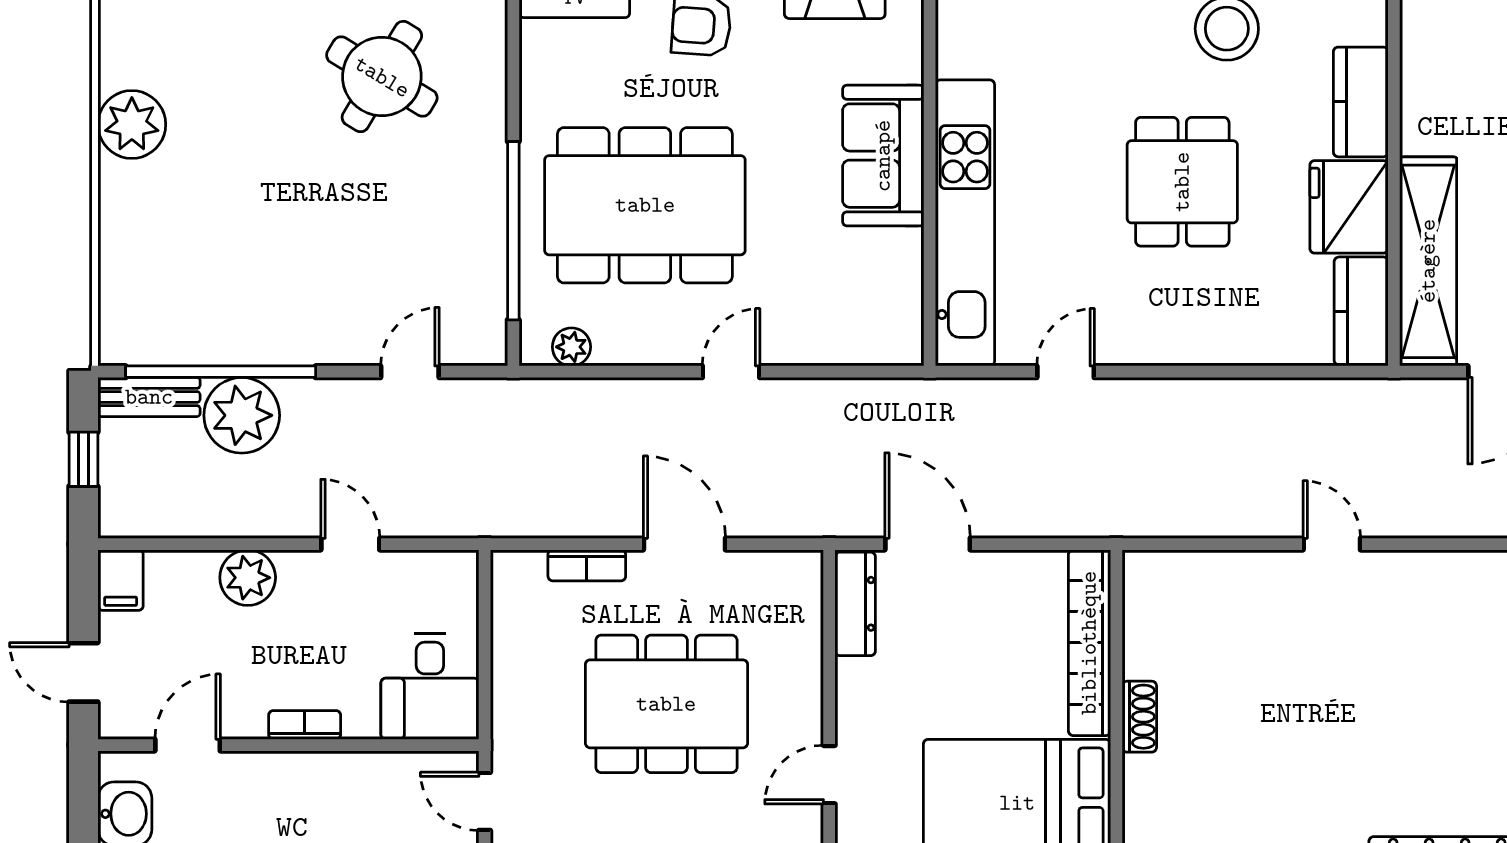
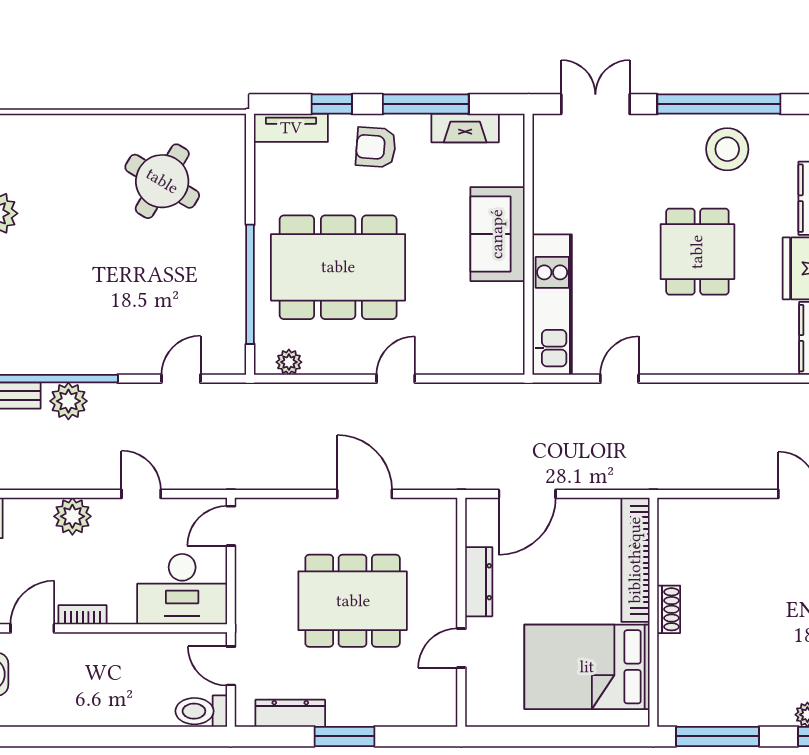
kitchen unit: (965, 223) -> (552, 305), width x0.73
plant: (242, 415) -> (68, 401), width x0.73, depth x0.73
door: (928, 544) -> (527, 494), swing flipped
bookcase: (587, 565) -> (299, 508), removed
door: (485, 592) -> (231, 526), added
dresser: (855, 604) -> (479, 582), moved
desk: (430, 687) -> (182, 589), width x1.37
bookcase: (305, 725) -> (83, 615), moved

